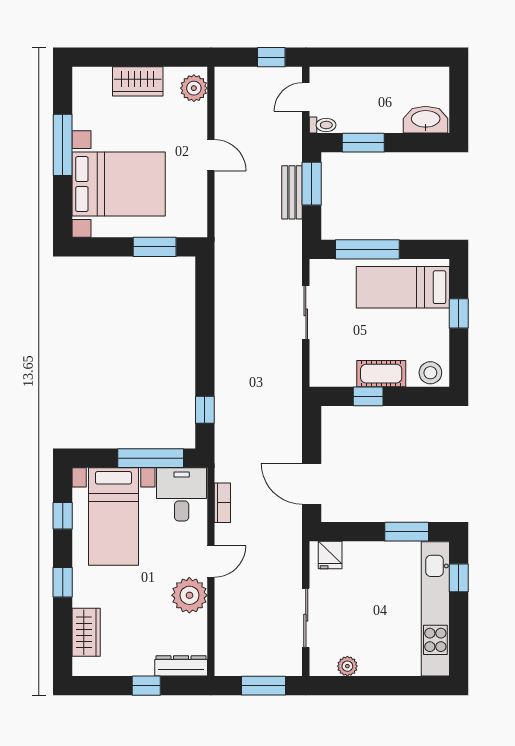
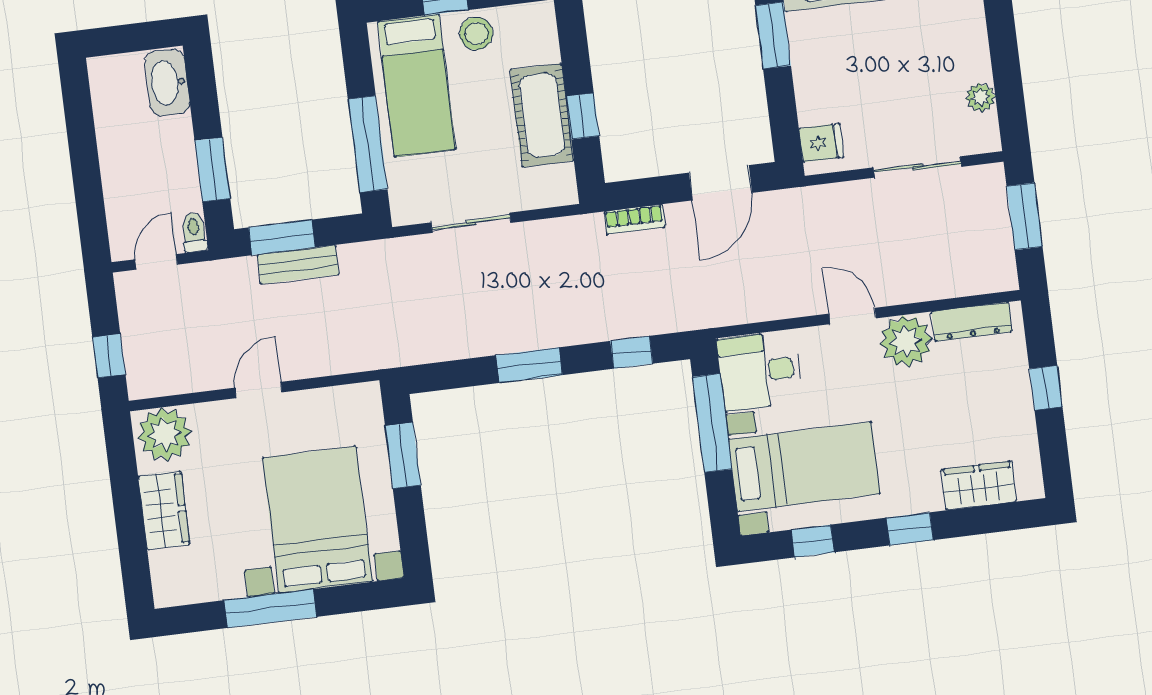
window: (271, 57) -> (109, 356), moved
plant: (194, 88) -> (165, 434), width x1.36, depth x1.36
door: (306, 97) -> (156, 262), swing flipped
window: (205, 340) -> (529, 365), added
stool: (430, 373) -> (476, 34), moved
cot: (381, 374) -> (542, 115), width x1.37, depth x1.34
bookcase: (222, 503) -> (634, 219), moved, turned 180
dresser: (181, 666) -> (972, 322), moved, turned -90

